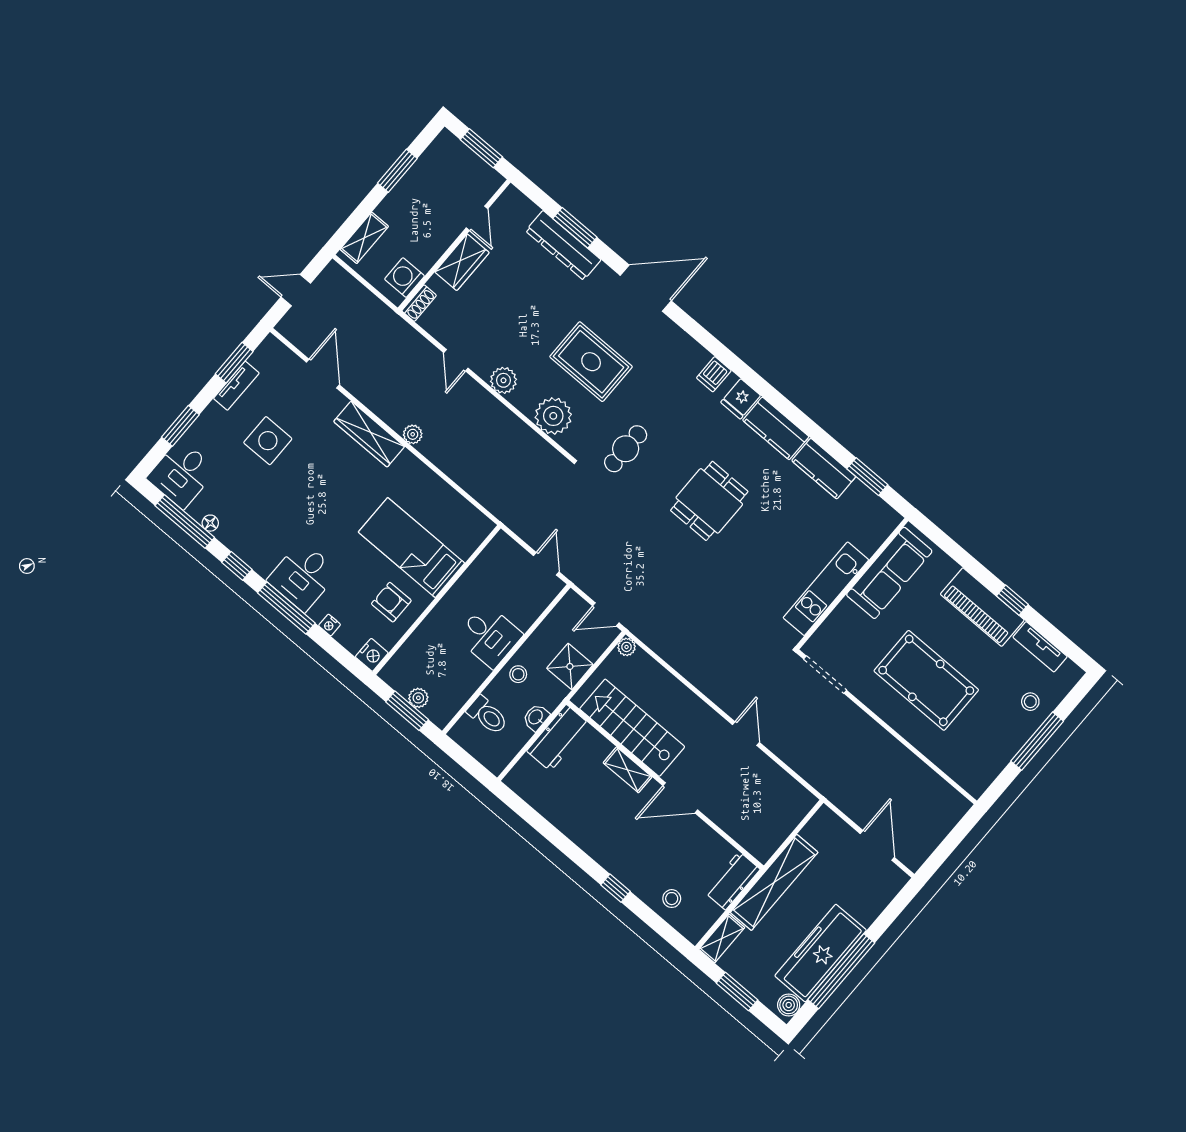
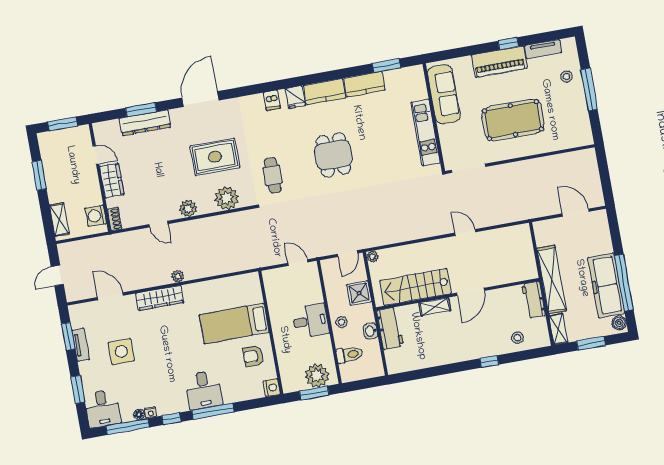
nightstand: (330, 625) -> (151, 413), moved
plant: (418, 698) -> (317, 376), width x1.87, depth x1.87

